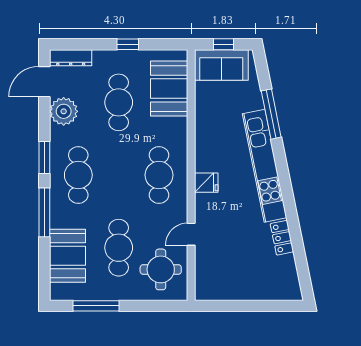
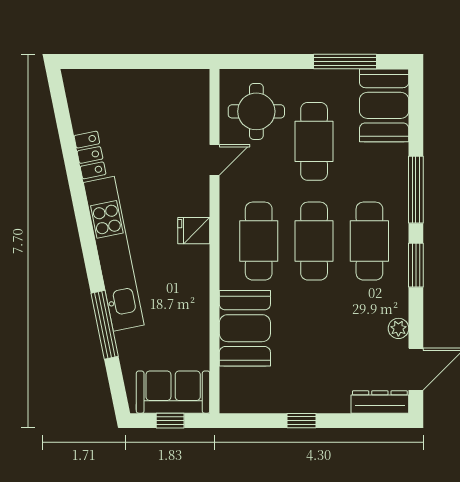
booth: (169, 89) -> (245, 328), moved
cafe table: (119, 102) -> (314, 241), moved
plant: (64, 111) -> (398, 328), width x0.53, depth x0.53
booth: (68, 256) -> (384, 105), moved

